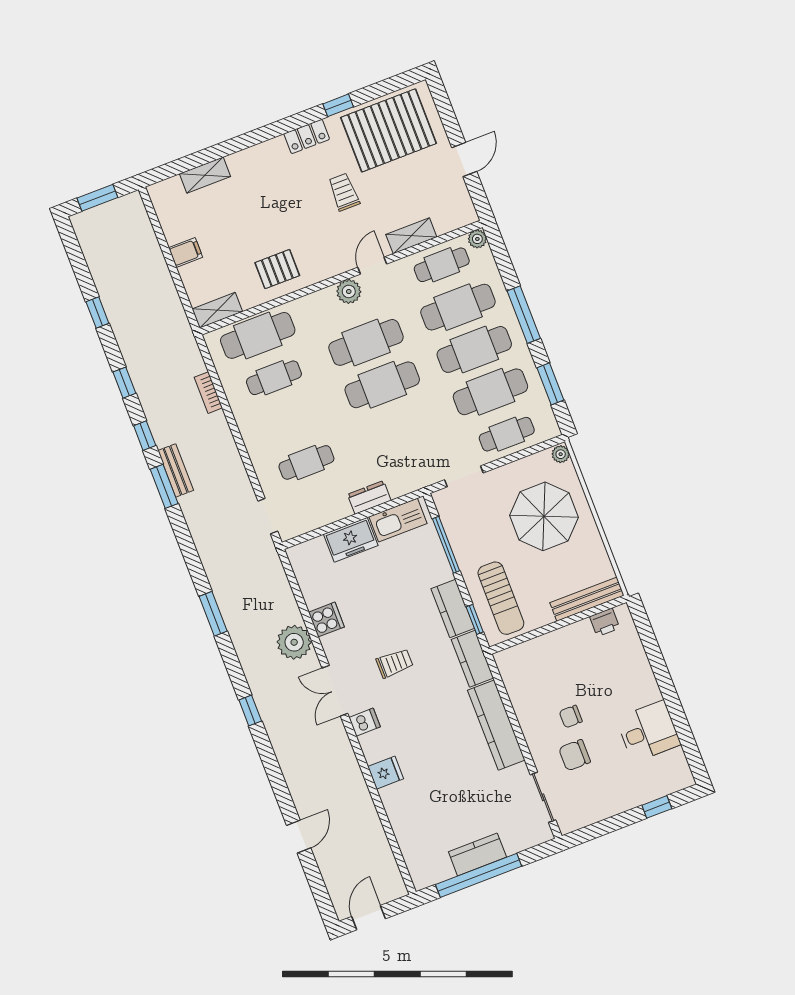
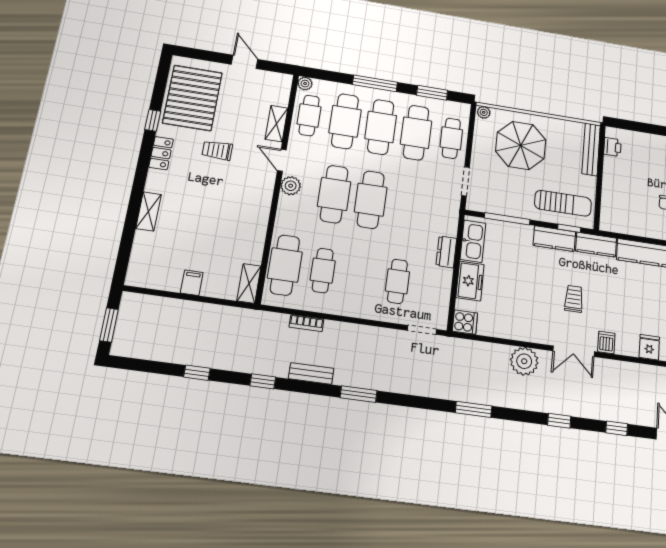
shelving: (205, 175) -> (149, 211), moved
pallet: (277, 269) -> (245, 225), removed
window: (145, 436) -> (617, 428), moved
bench: (176, 470) -> (311, 374), moved
cooker: (326, 620) -> (465, 322), moved, turned 90

